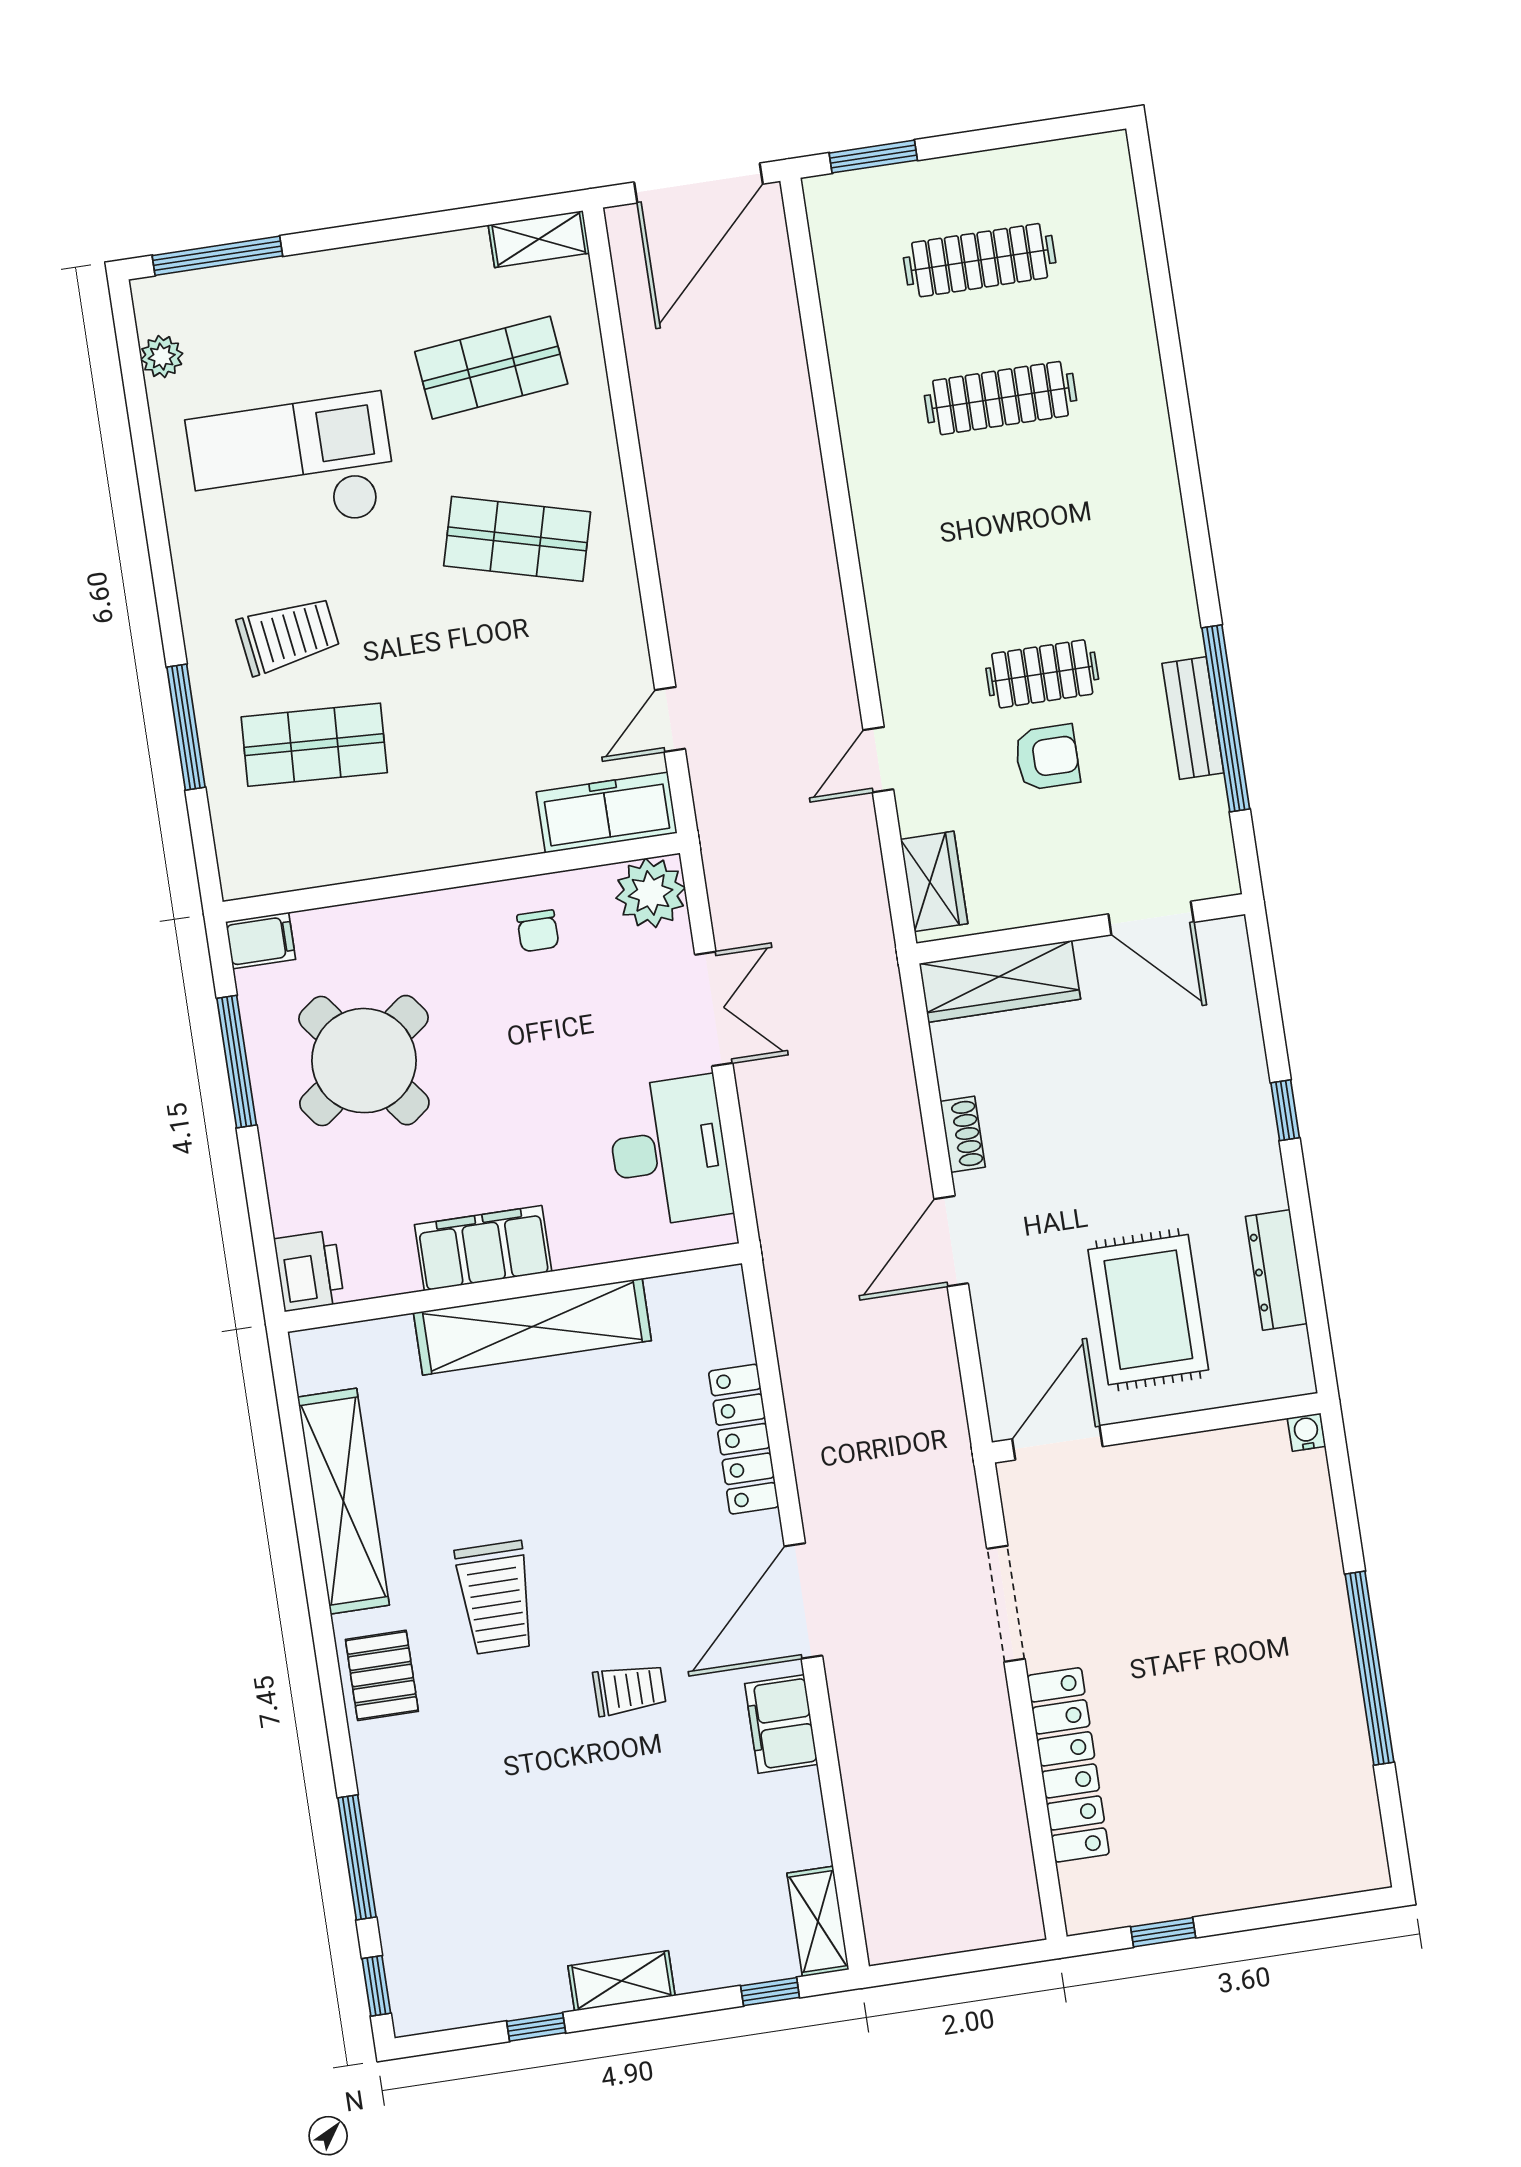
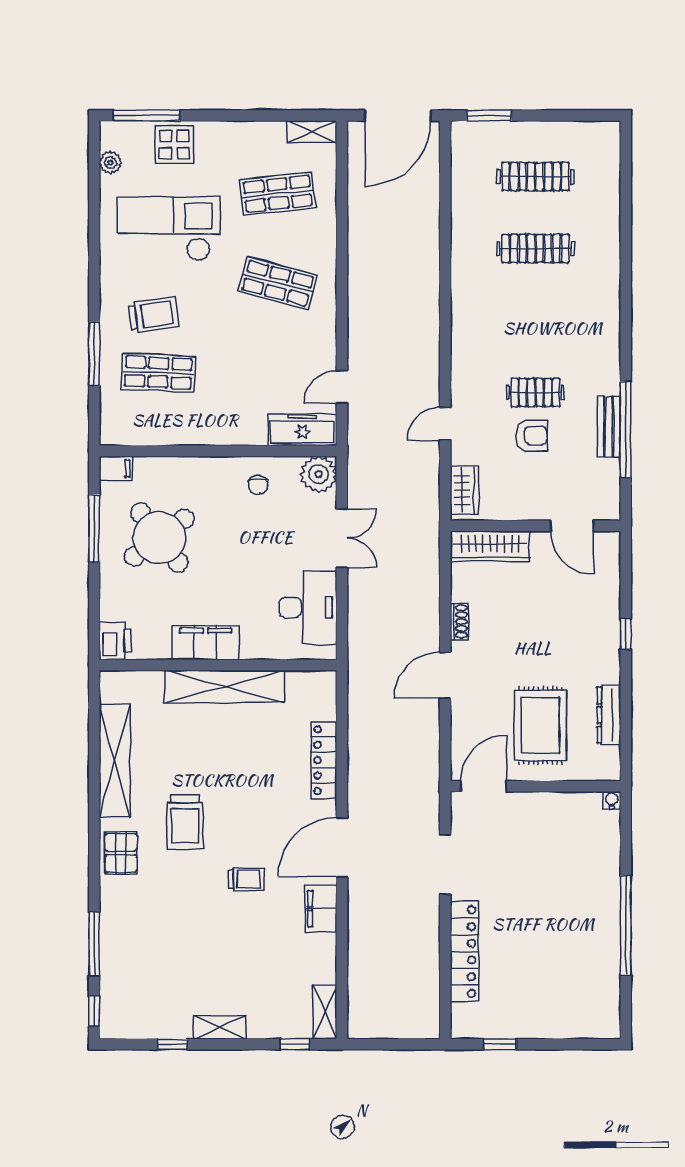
display table: (279, 304) -> (174, 145), added

